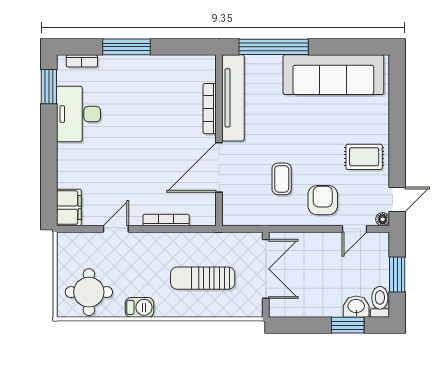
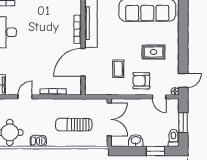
rug: (364, 157) -> (154, 52), moved
armchair: (323, 200) -> (141, 81), turned -90
door: (354, 229) -> (159, 97), hinge flipped
washbasin: (356, 307) -> (136, 141), moved

